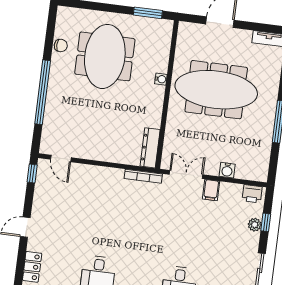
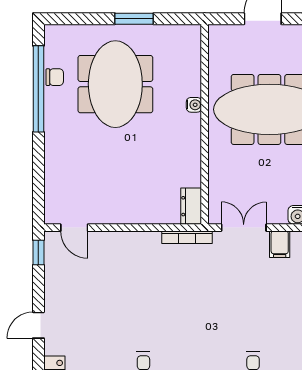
window: (148, 13) -> (134, 19), moved
window: (43, 92) -> (38, 89), moved
dresser: (150, 148) -> (191, 206), width x0.70

